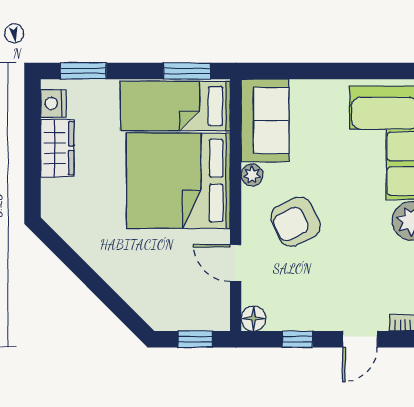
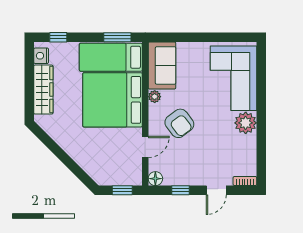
window: (83, 71) -> (58, 37), width x0.67
wardrobe: (57, 148) -> (43, 90), width x1.50
armchair: (295, 222) -> (179, 123), turned -101
door: (236, 263) -> (145, 147), swing flipped

